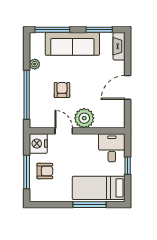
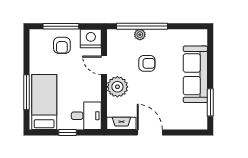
window: (52, 30) -> (210, 53), removed
fireplace: (119, 46) -> (121, 123), moved
plant: (35, 64) -> (140, 35), moved
door: (64, 131) -> (104, 65), swing flipped

